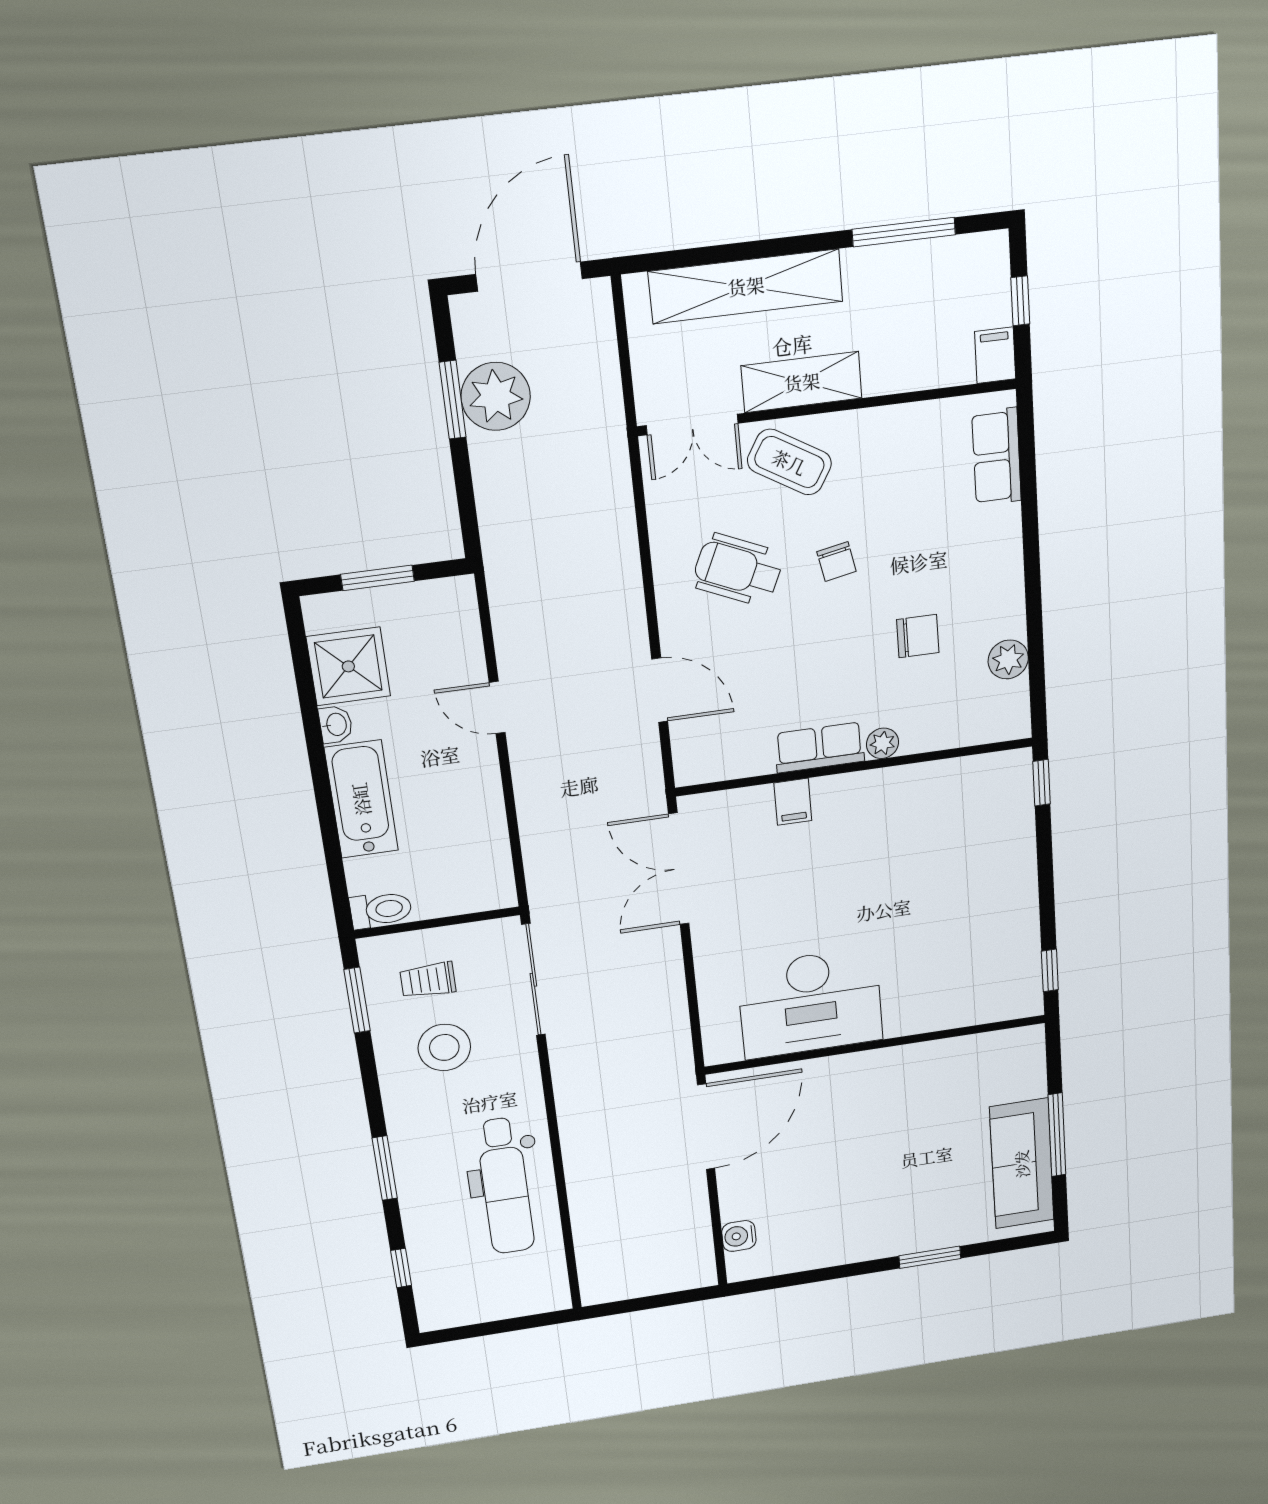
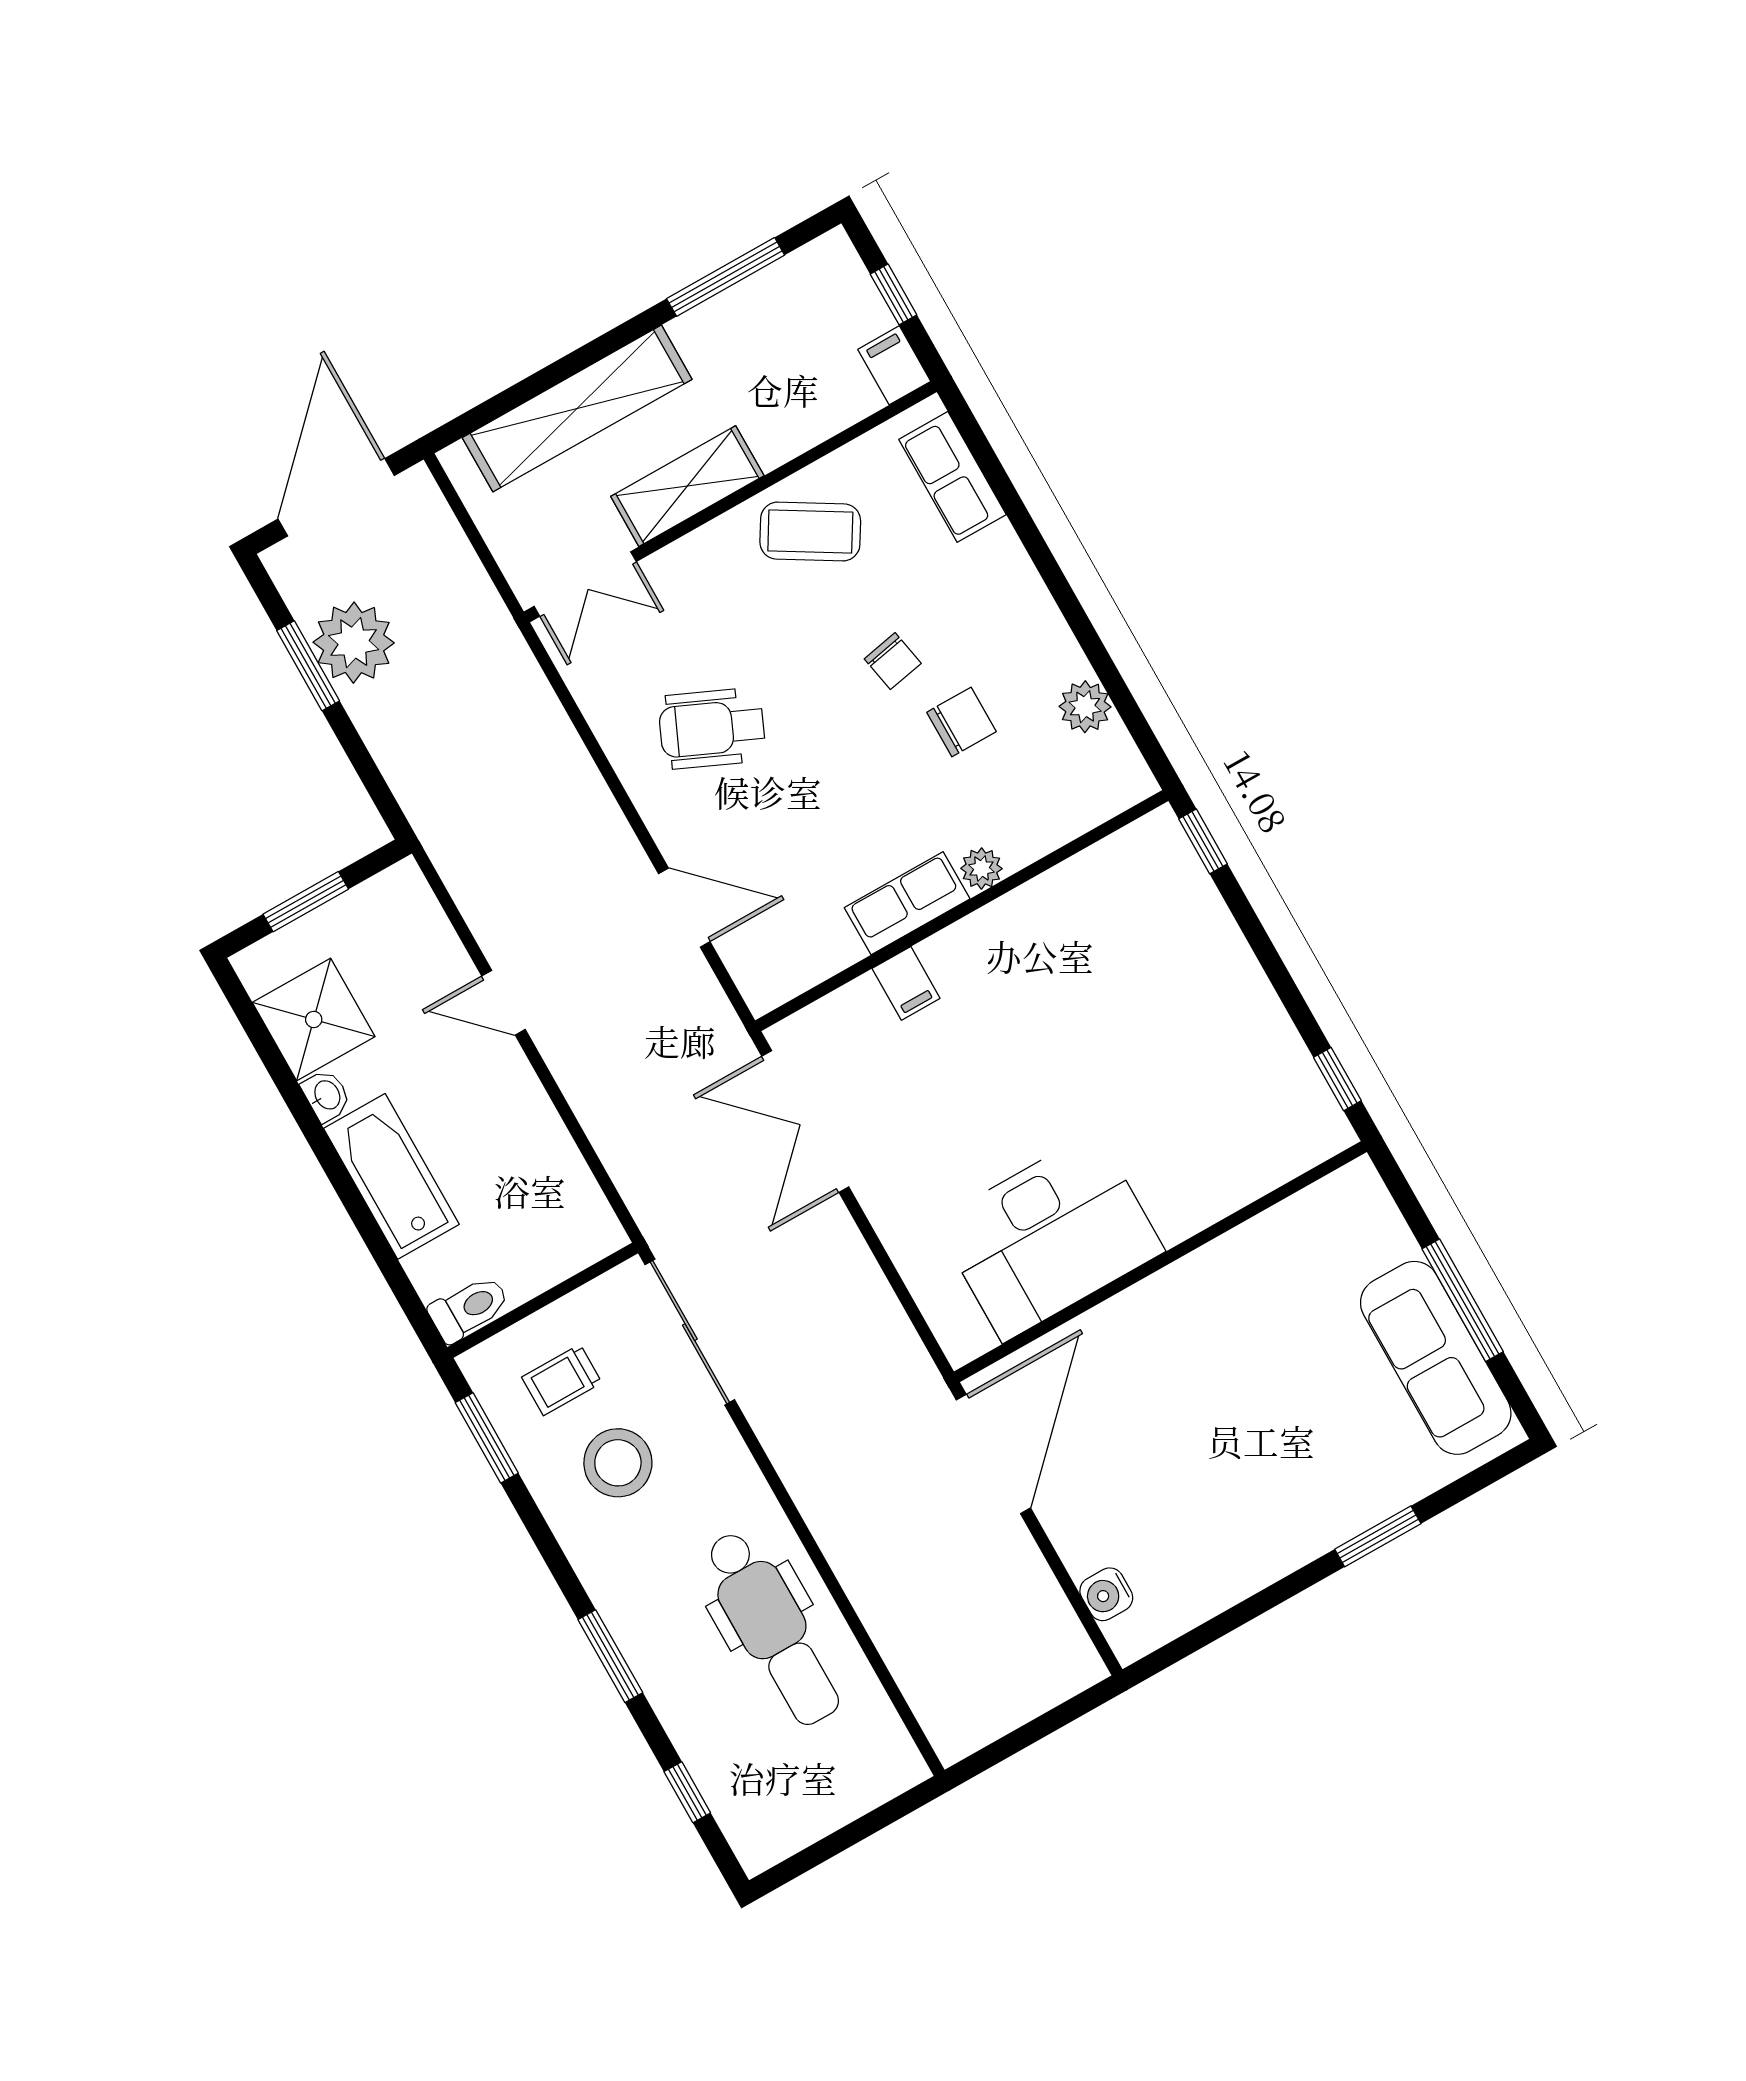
coffee table: (789, 462) -> (810, 531), moved
chair: (837, 561) -> (893, 661), moved

